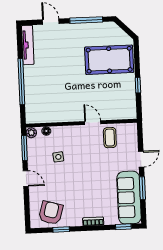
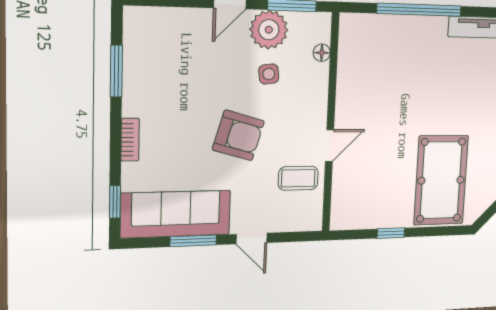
plant: (31, 133) -> (269, 30), moved, width x1.88, depth x1.88
armchair: (51, 213) -> (238, 135), moved
window: (61, 229) -> (116, 71), width x1.50

